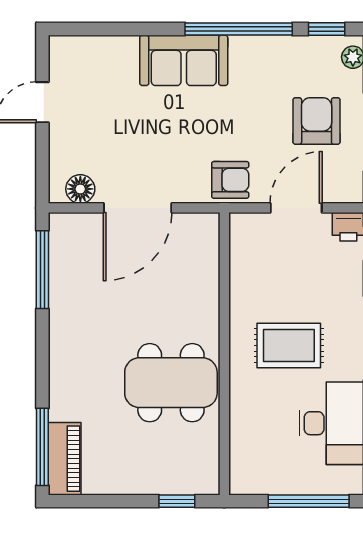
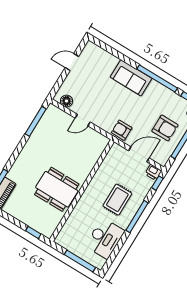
armchair: (317, 121) -> (165, 128), turned 90
armchair: (230, 180) -> (122, 130), turned 180
door: (138, 208) -> (83, 120), width x0.53
rug: (289, 345) -> (117, 200), moved, turned 90

